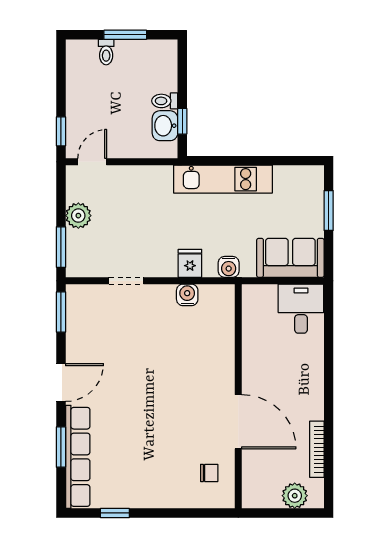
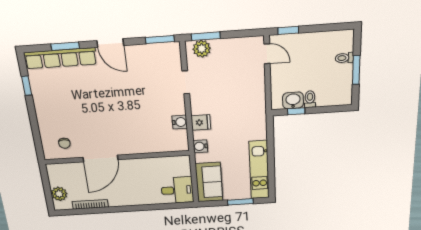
kitchen unit: (223, 179) -> (259, 170), moved
plant: (78, 216) -> (202, 49), moved

